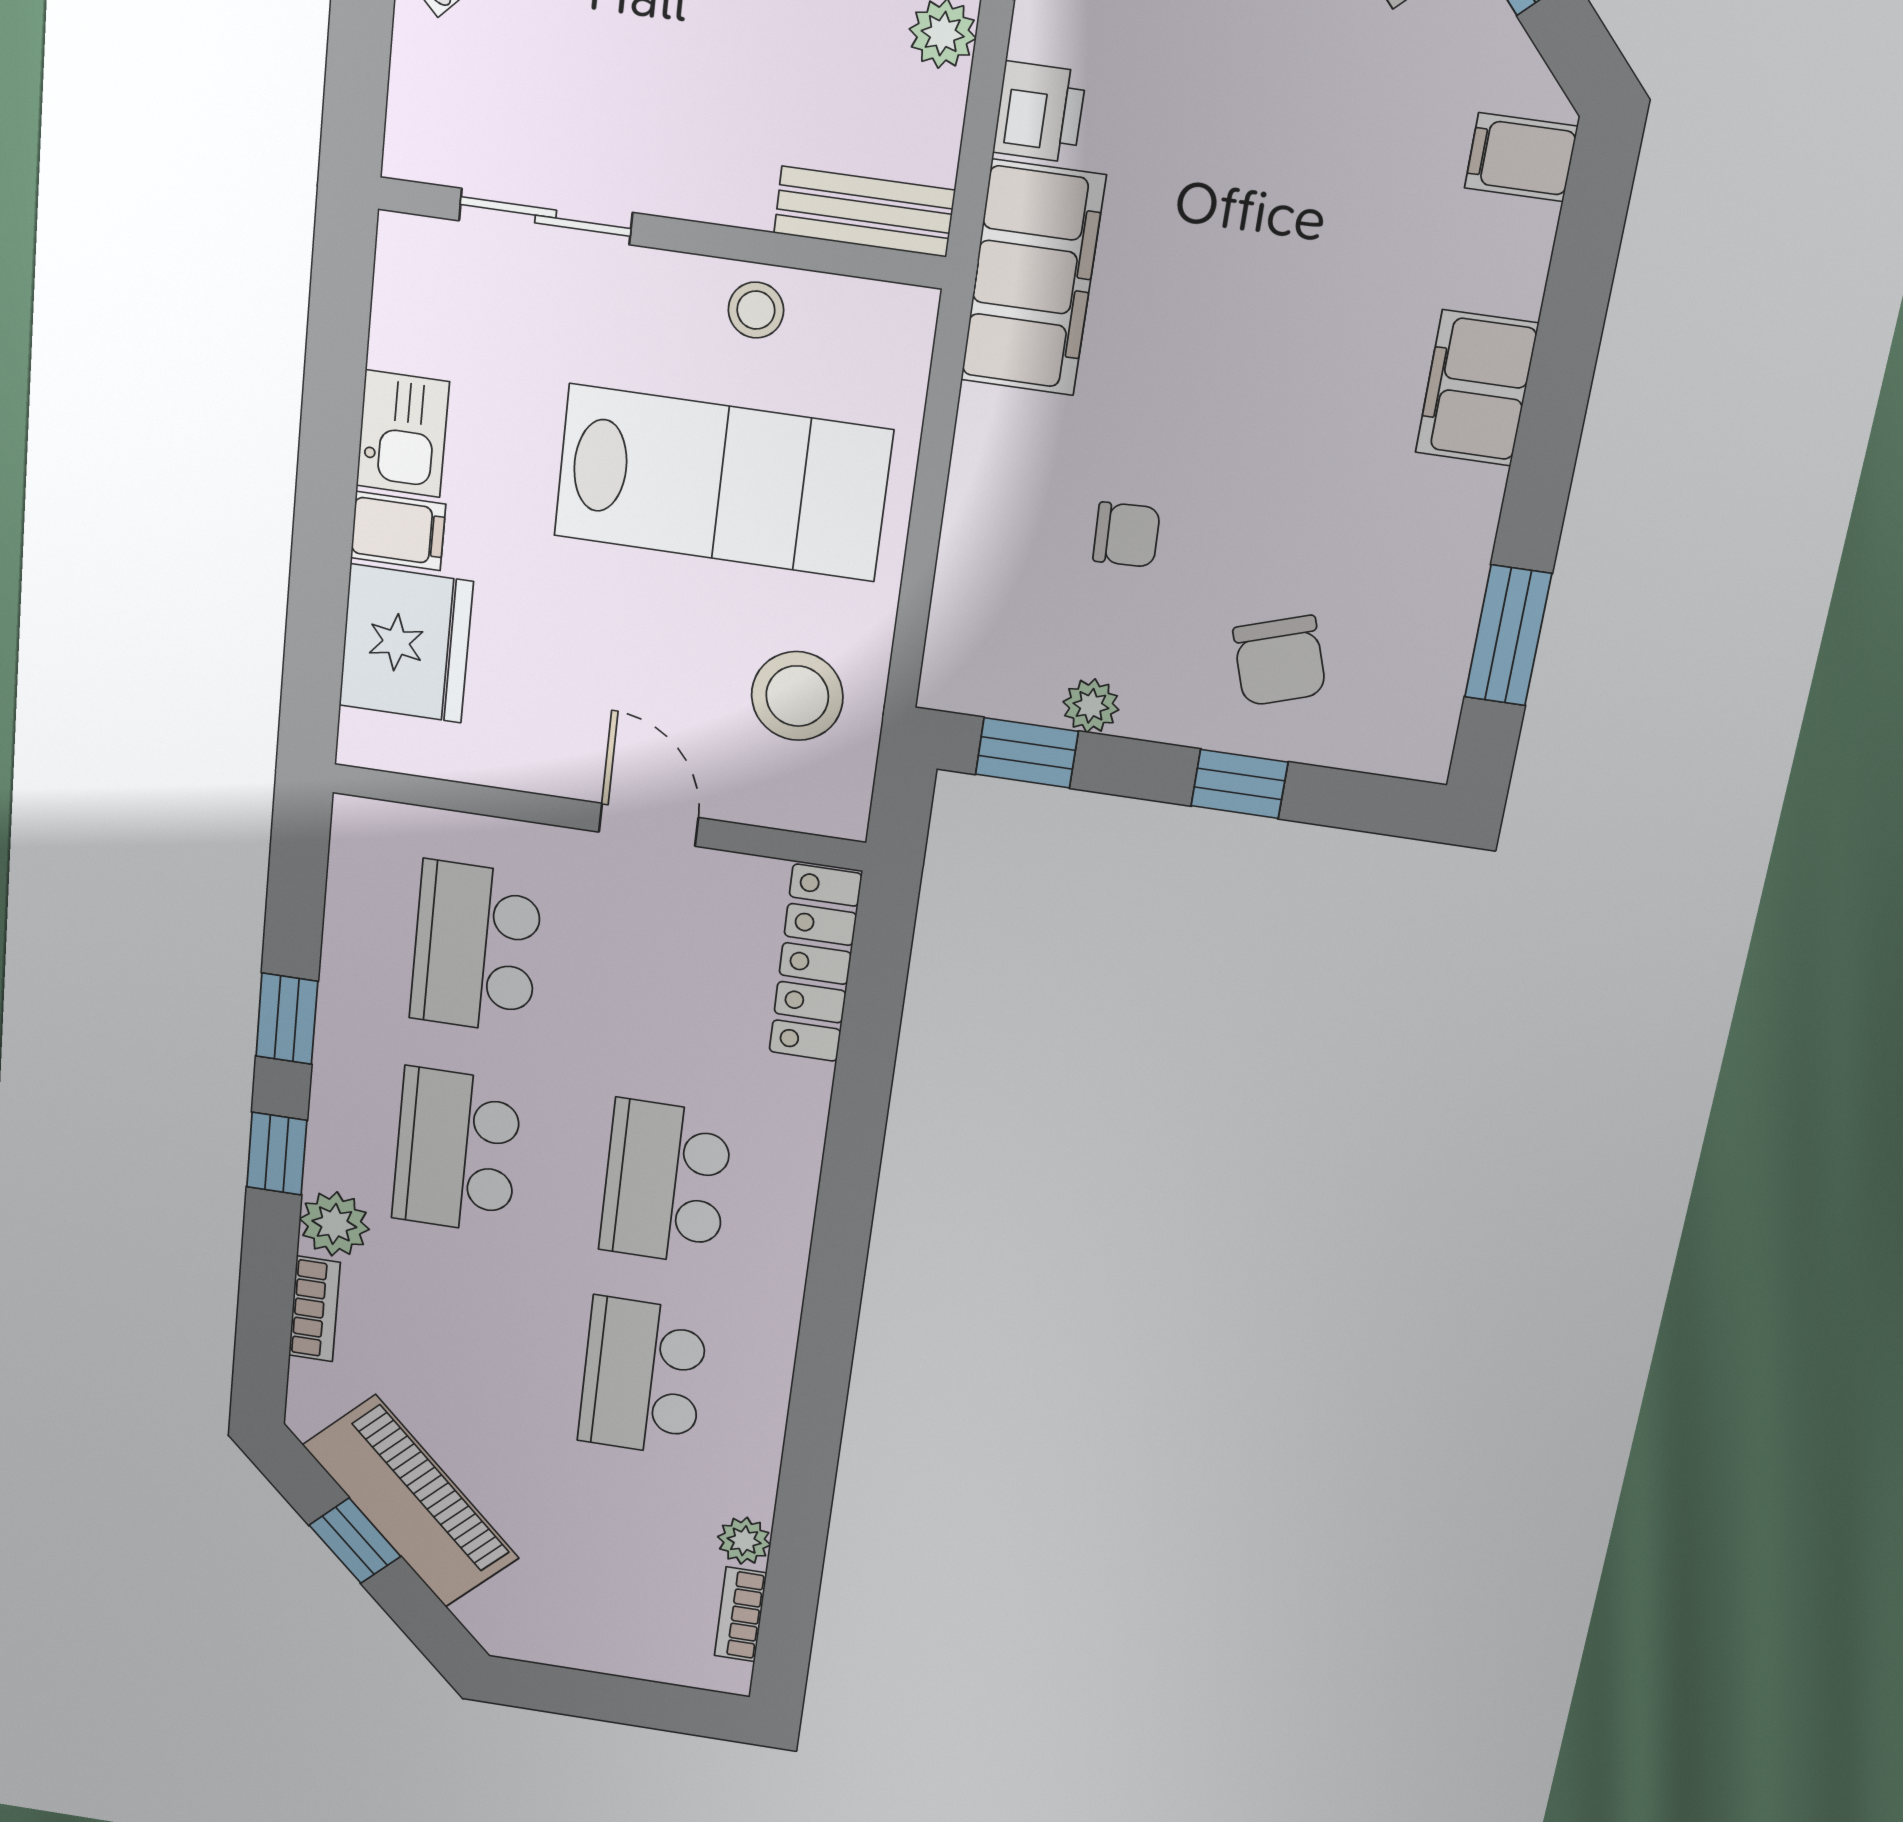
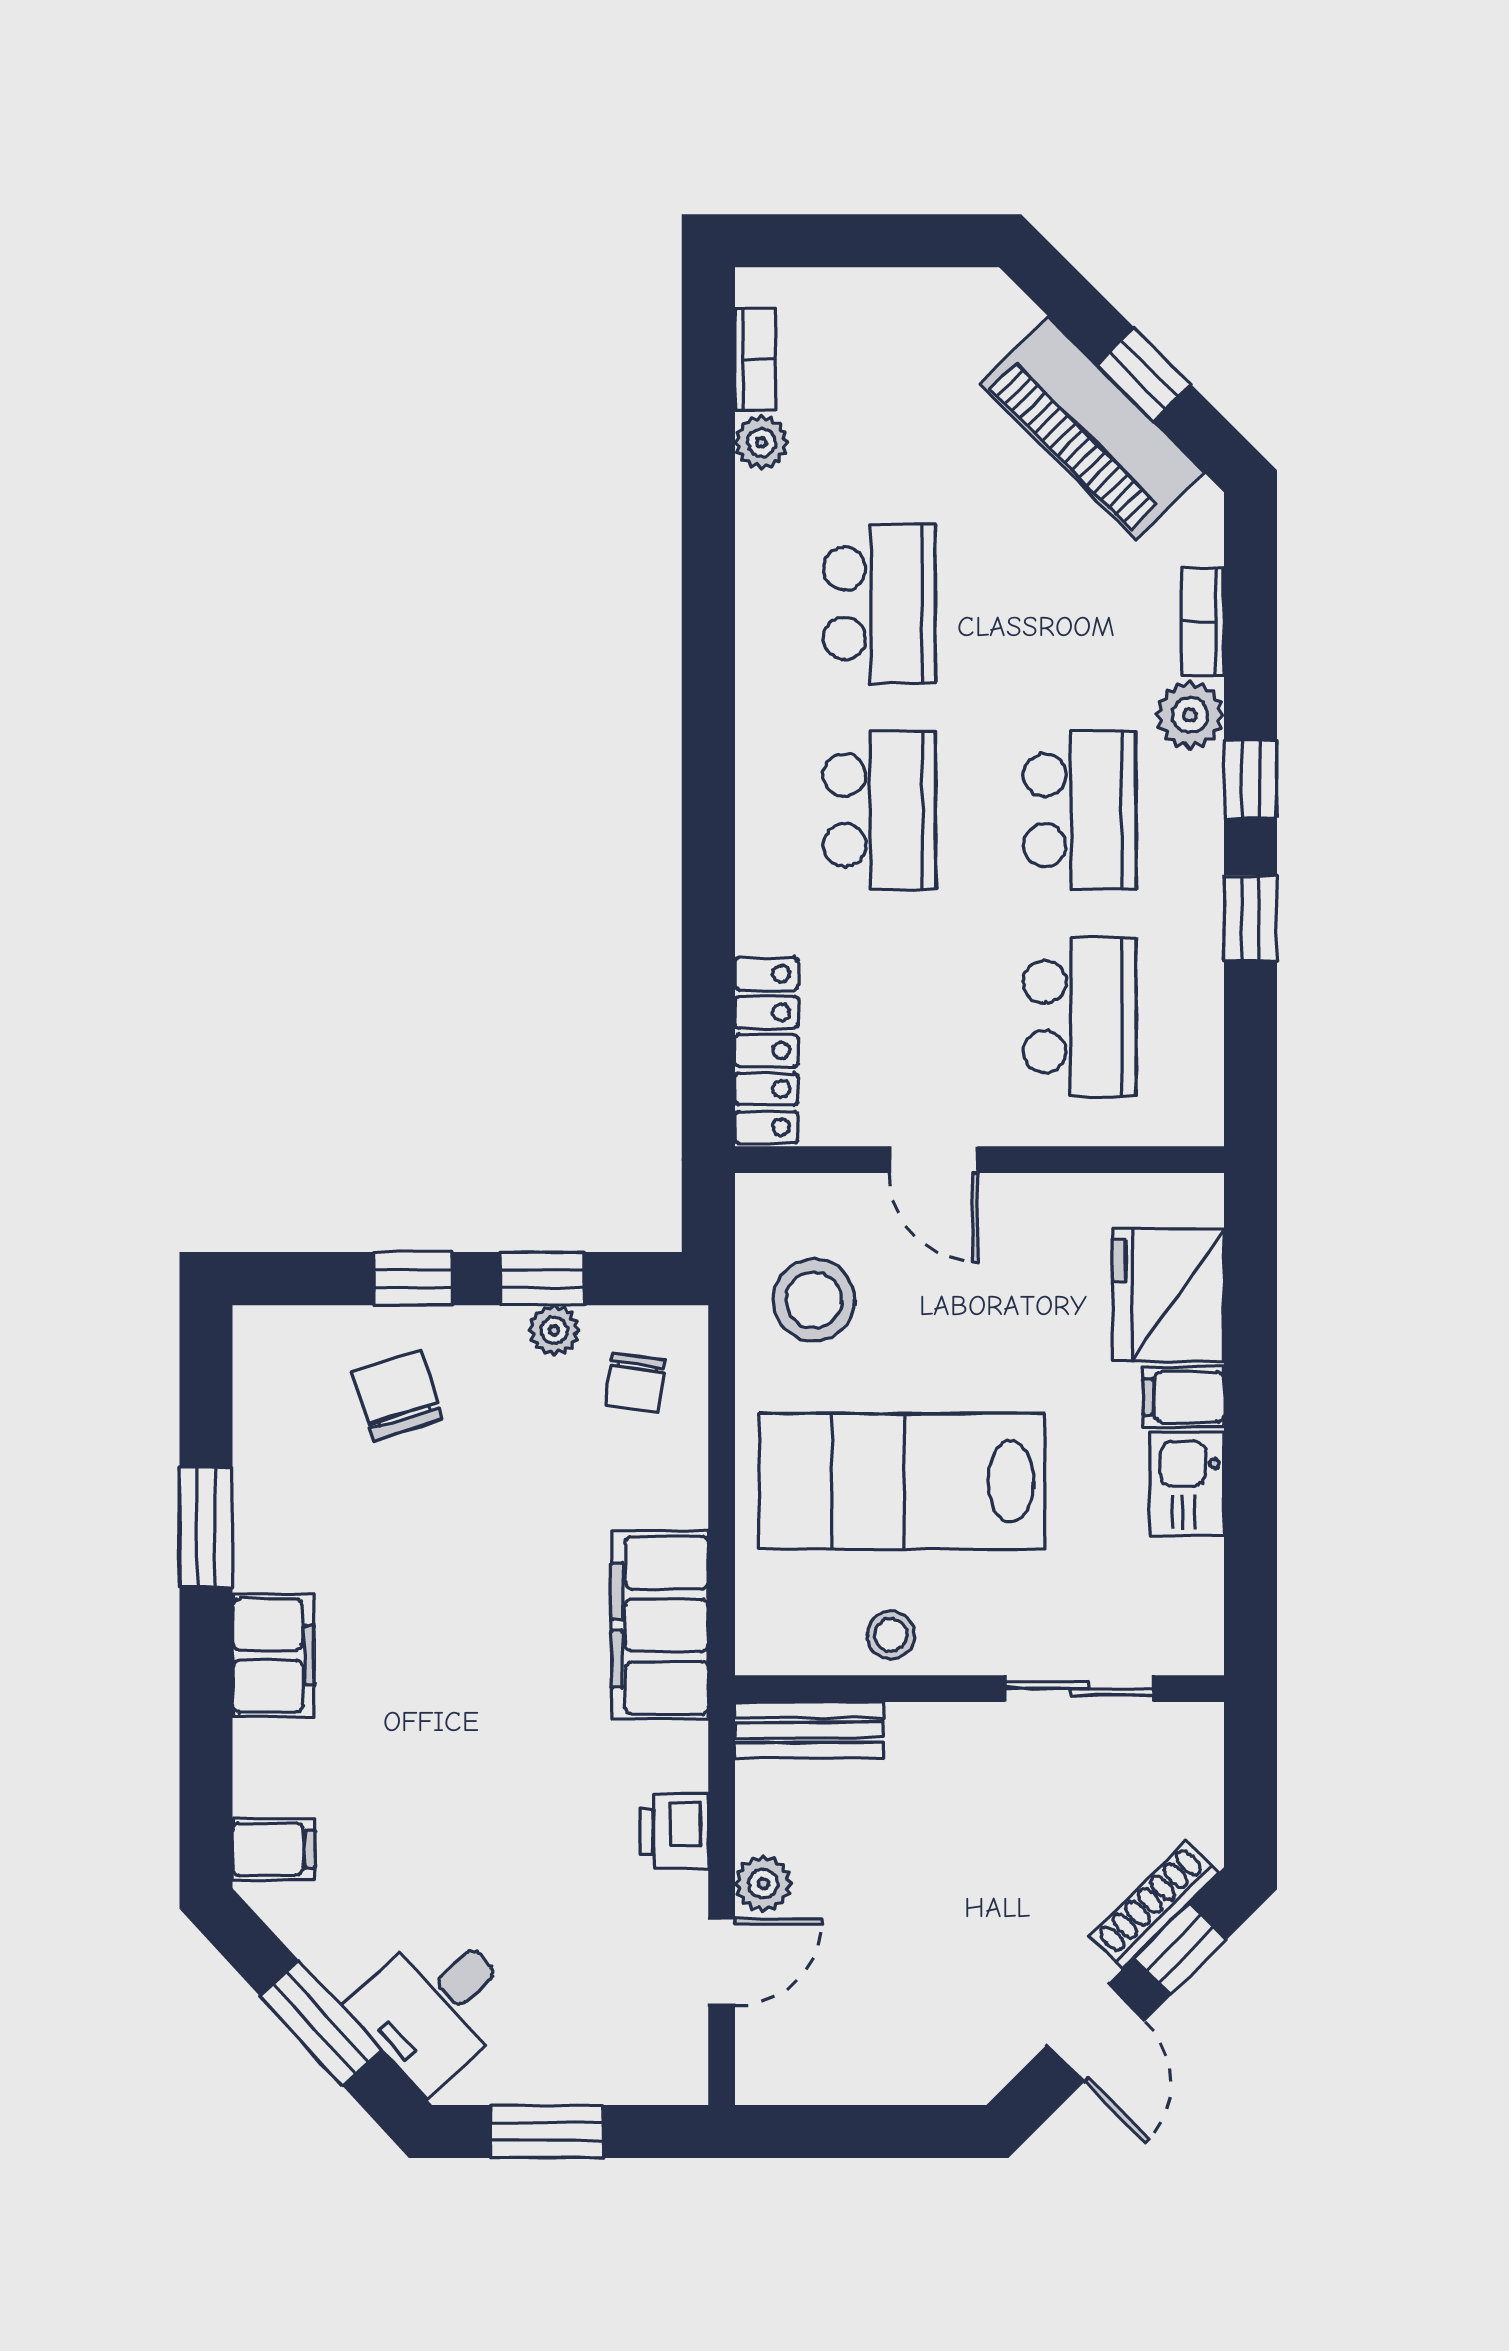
filing cabinet: (1033, 278) -> (660, 1625), moved
chair: (1126, 535) -> (635, 1383), moved, turned -80
window: (1508, 635) -> (206, 1527), moved
window: (1027, 753) -> (542, 1279), moved

